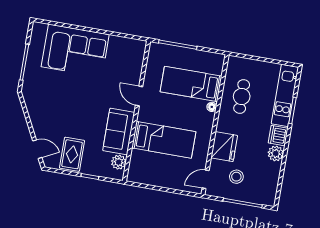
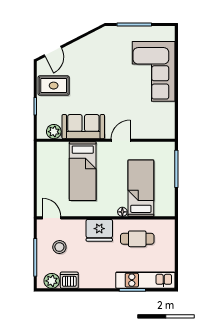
dishwasher: (278, 136) -> (69, 280), moved
fridge: (224, 147) -> (99, 230), moved
plant: (276, 153) -> (52, 281), moved

